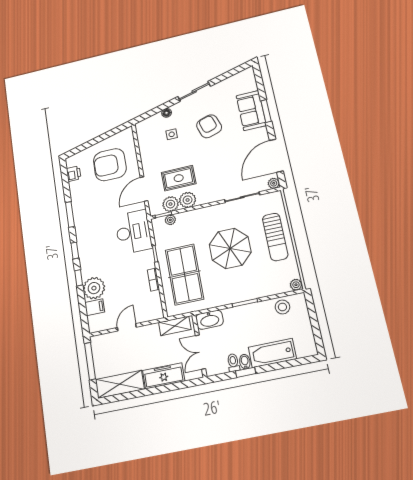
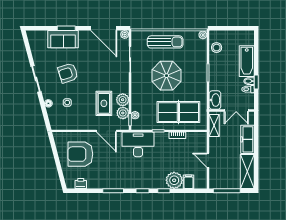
armchair: (110, 165) -> (80, 154), turned 90

